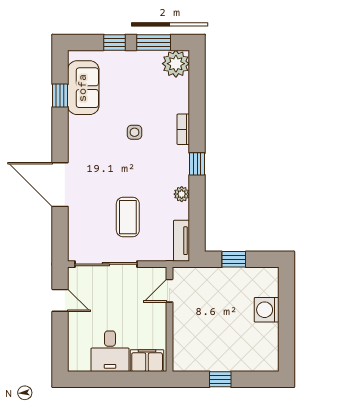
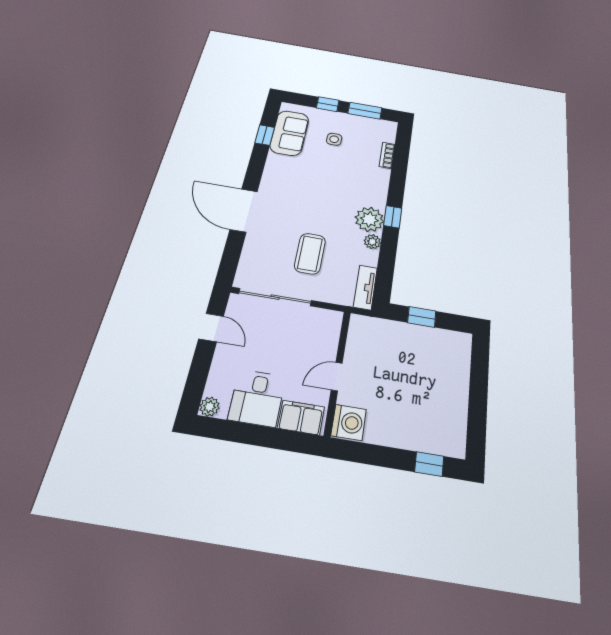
plant: (176, 64) -> (369, 219), moved
bookcase: (183, 129) -> (387, 155), moved
side table: (135, 132) -> (334, 139), moved
door: (169, 291) -> (337, 377), moved
washing machine: (267, 310) -> (349, 422), moved, turned 180
plant: (75, 364) -> (210, 407), added
window: (220, 379) -> (429, 464), moved

